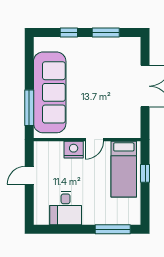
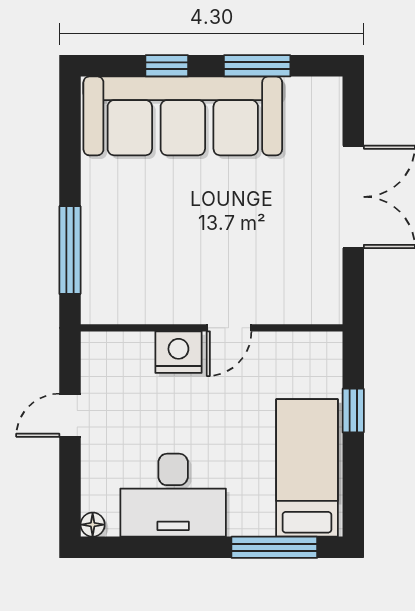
sofa: (50, 92) -> (183, 116), moved, turned 90
bed: (124, 169) -> (307, 468), moved, turned 180
desk: (66, 208) -> (173, 495), width x1.37
floor lamp: (38, 220) -> (93, 525), added

